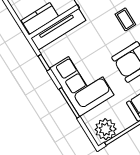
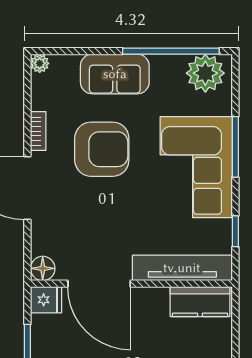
coffee table: (125, 19) -> (72, 220), removed

